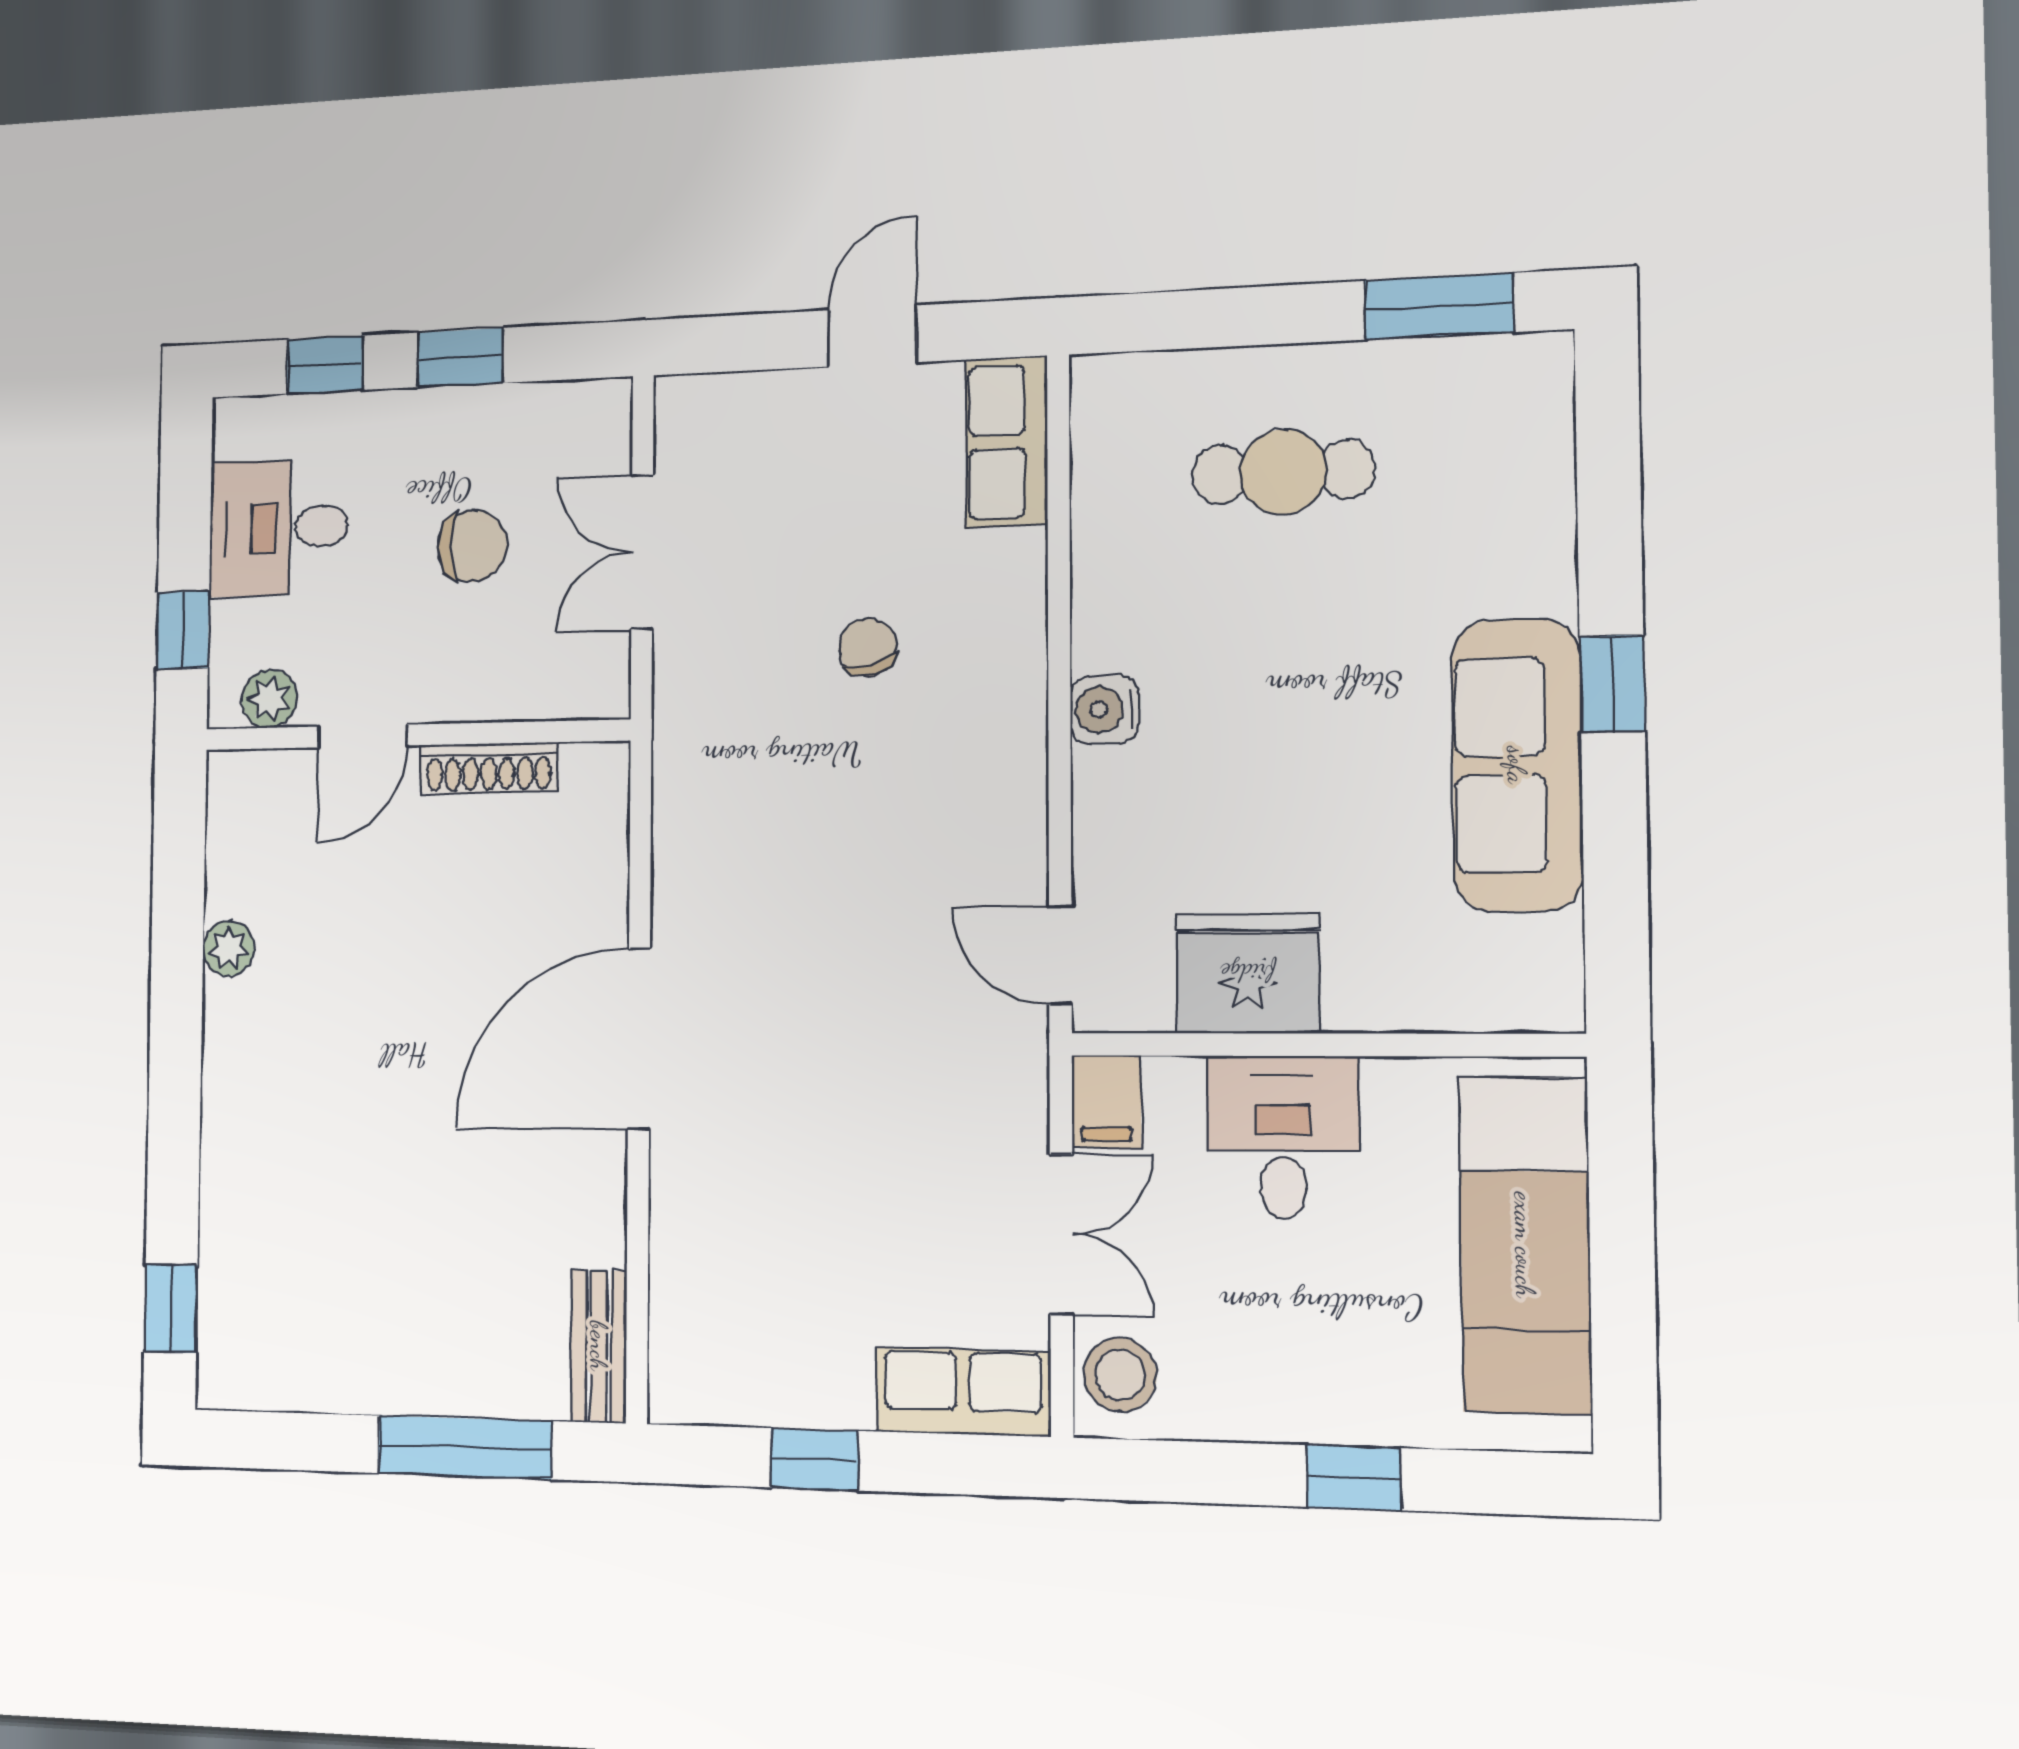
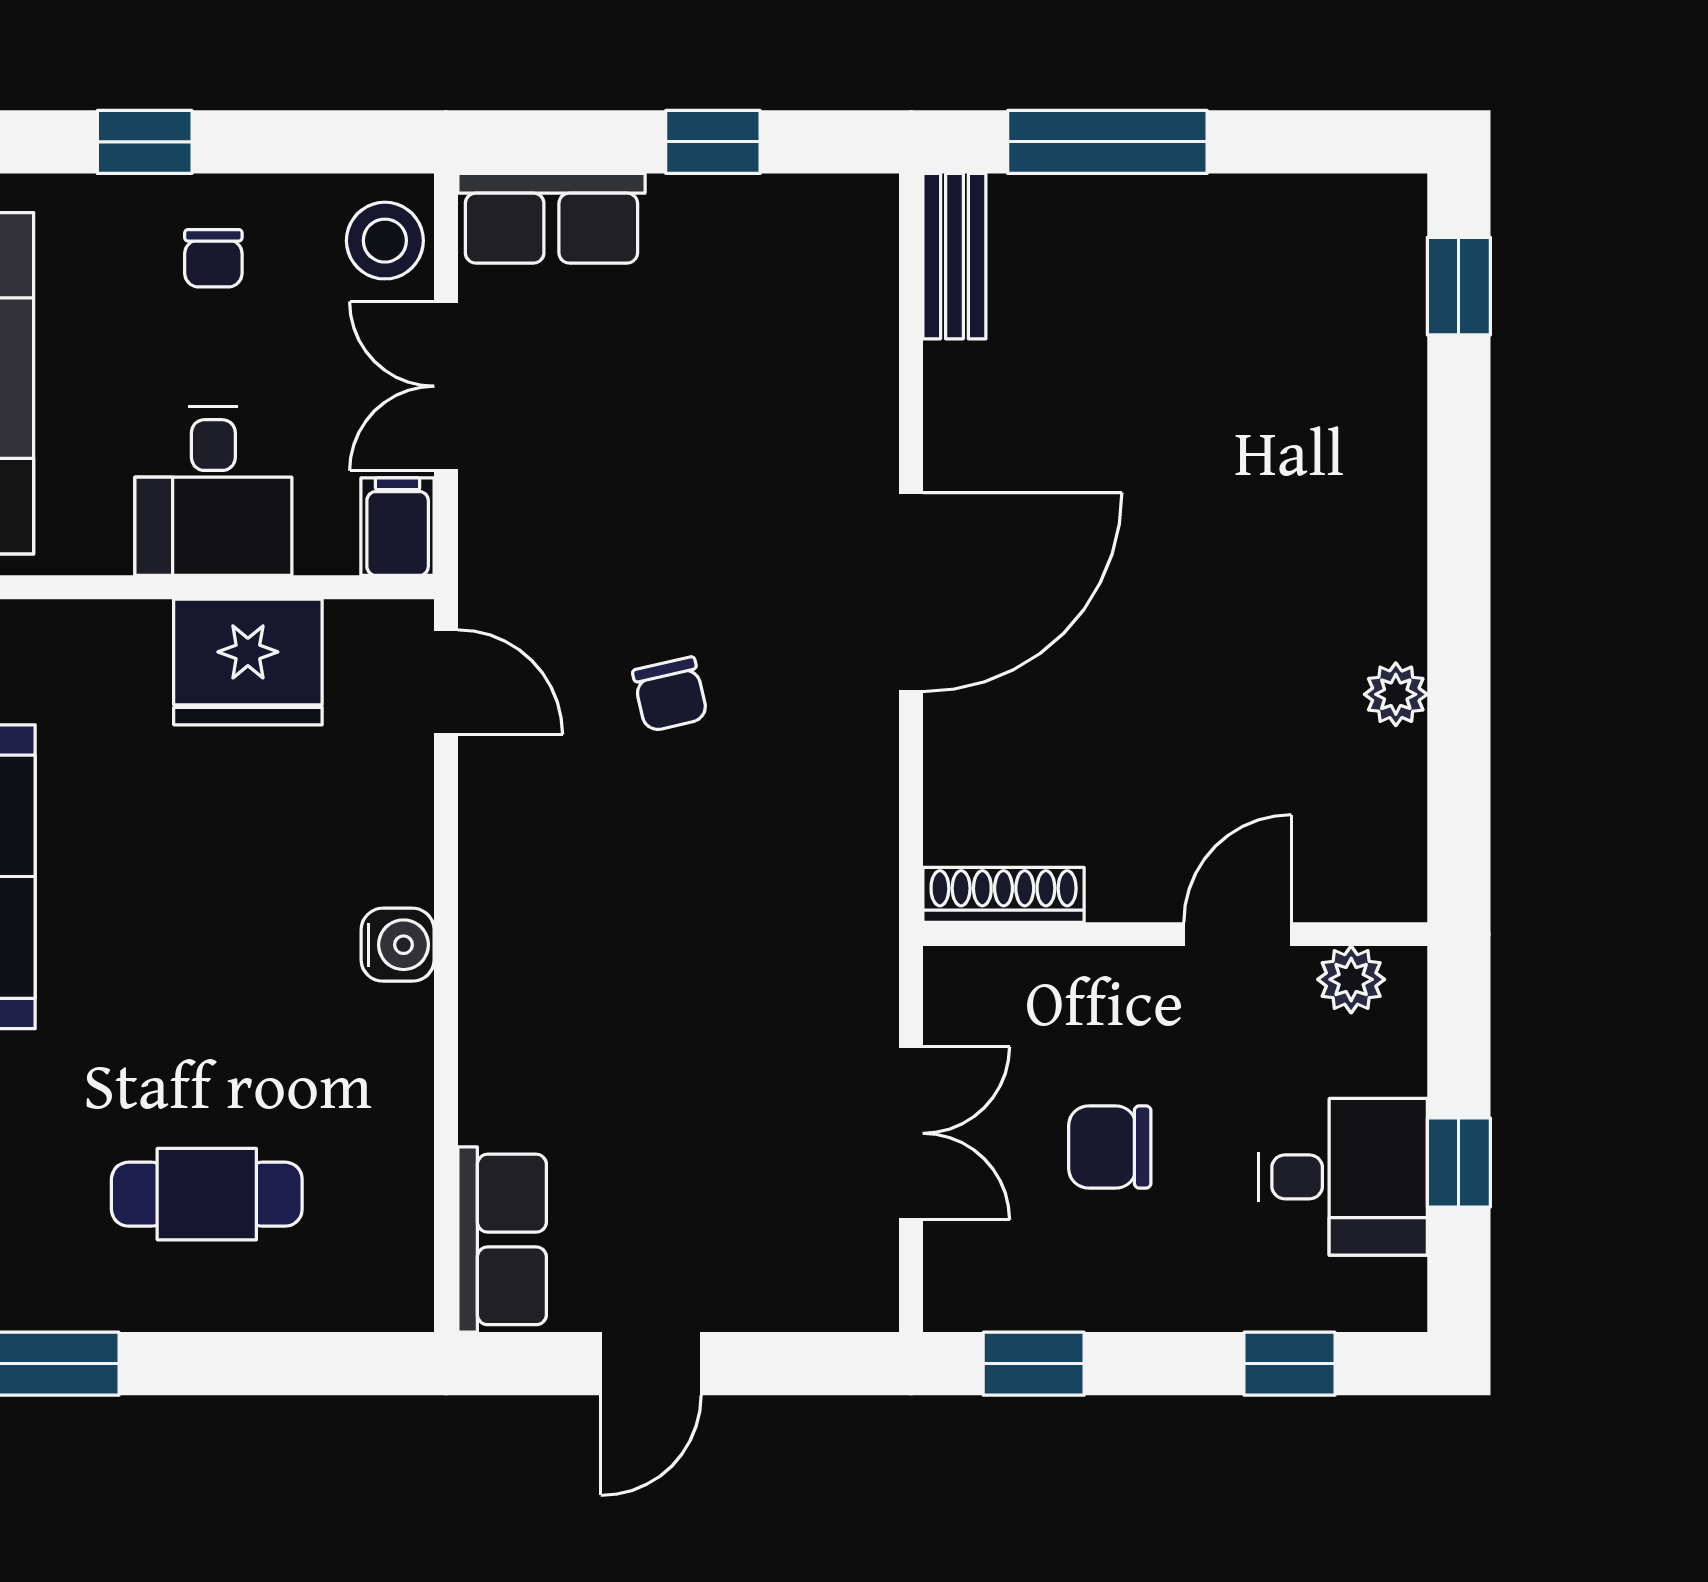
window: (460, 358) -> (1034, 1364), moved
window: (183, 630) -> (1459, 1163), moved
chair: (867, 647) -> (670, 694), moved
shoe rack: (489, 768) -> (1004, 895), moved
chair: (1285, 1362) -> (213, 258), added

